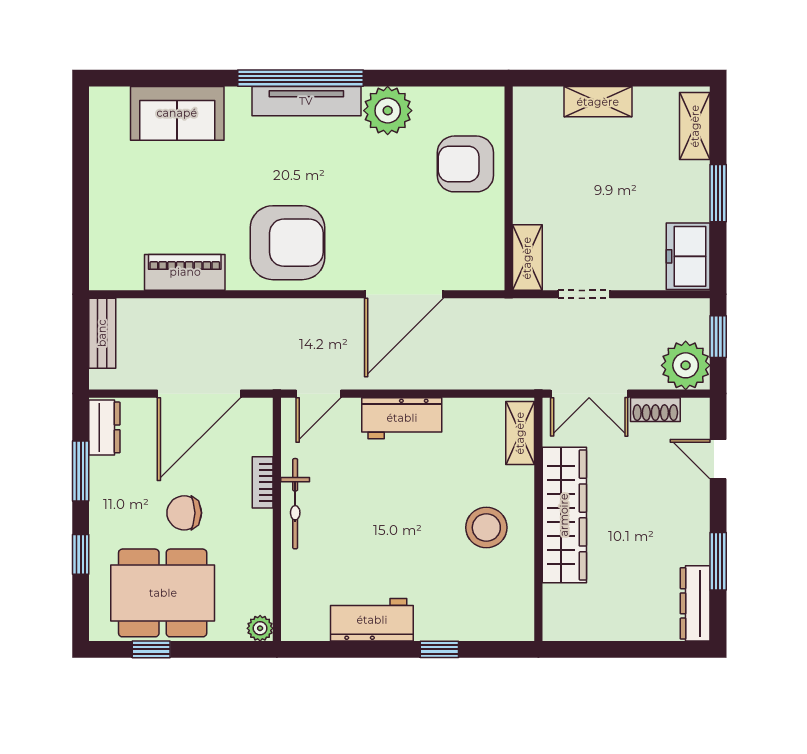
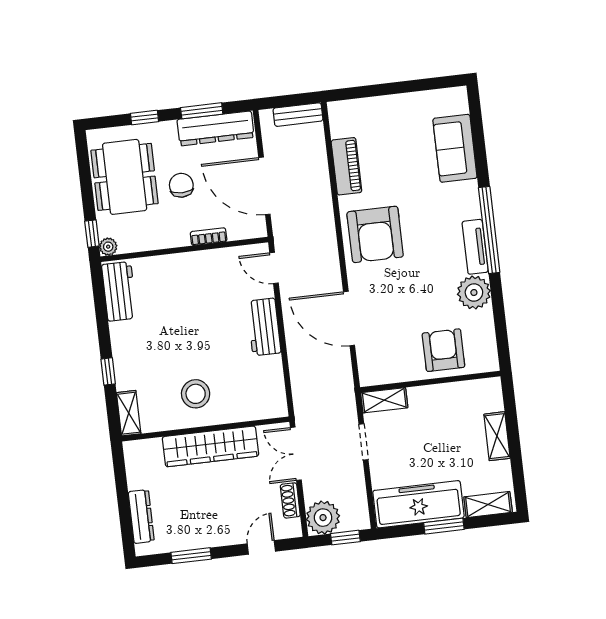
tv unit: (306, 101) -> (475, 247), width x0.71
freezer: (688, 256) -> (418, 504), width x1.91, depth x1.26
dresser: (104, 427) -> (216, 128), width x1.96, depth x1.24
shelving: (520, 433) -> (129, 413), moved, turned 90
bicycle: (295, 504) -> (197, 261), removed
dresser: (695, 603) -> (141, 516), moved, turned 90
workbench: (372, 620) -> (119, 291), moved
window: (151, 649) -> (92, 234), moved

